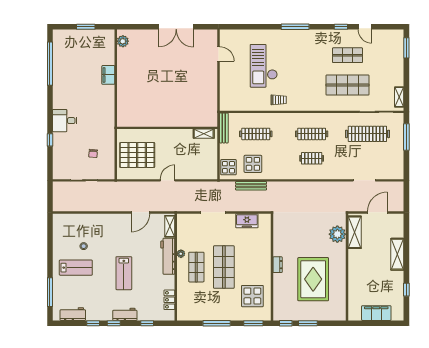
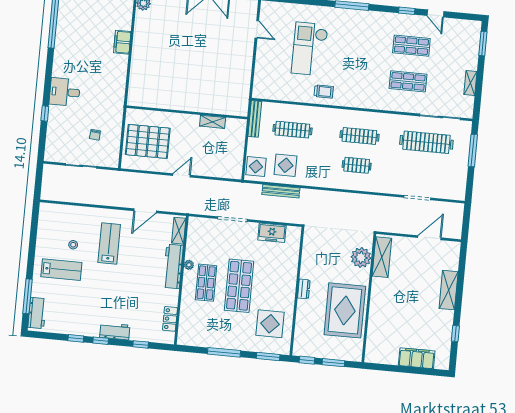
shop shelf: (348, 85) -> (408, 81), width x0.70, depth x0.74
shelving: (399, 97) -> (470, 83), moved
shelving: (204, 134) -> (213, 122), moved
shelving: (355, 232) -> (382, 257), moved
plant: (337, 234) -> (361, 258), moved
wall: (347, 267) -> (369, 298), moved
lab bench: (124, 273) -> (109, 244), moved, turned 180
workbench: (73, 314) -> (37, 313), moved, turned 90

